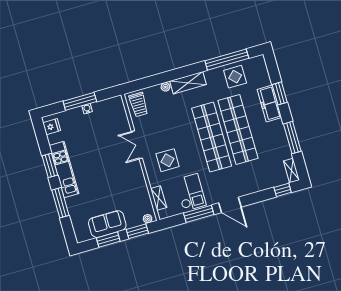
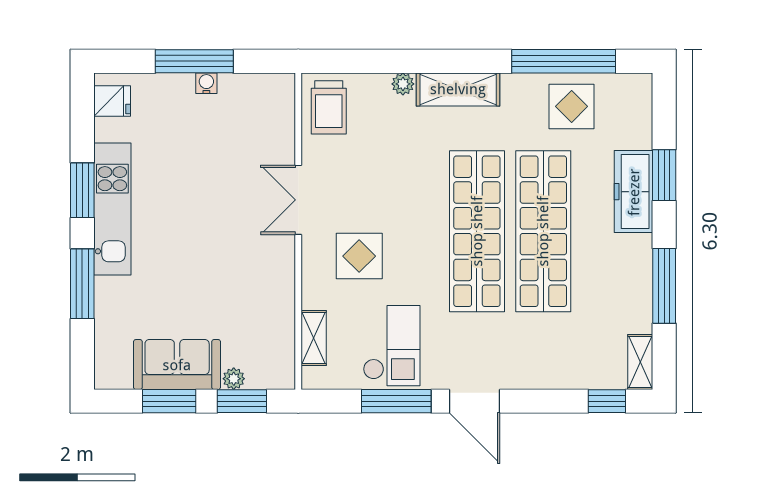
plant: (148, 219) -> (234, 379), moved

